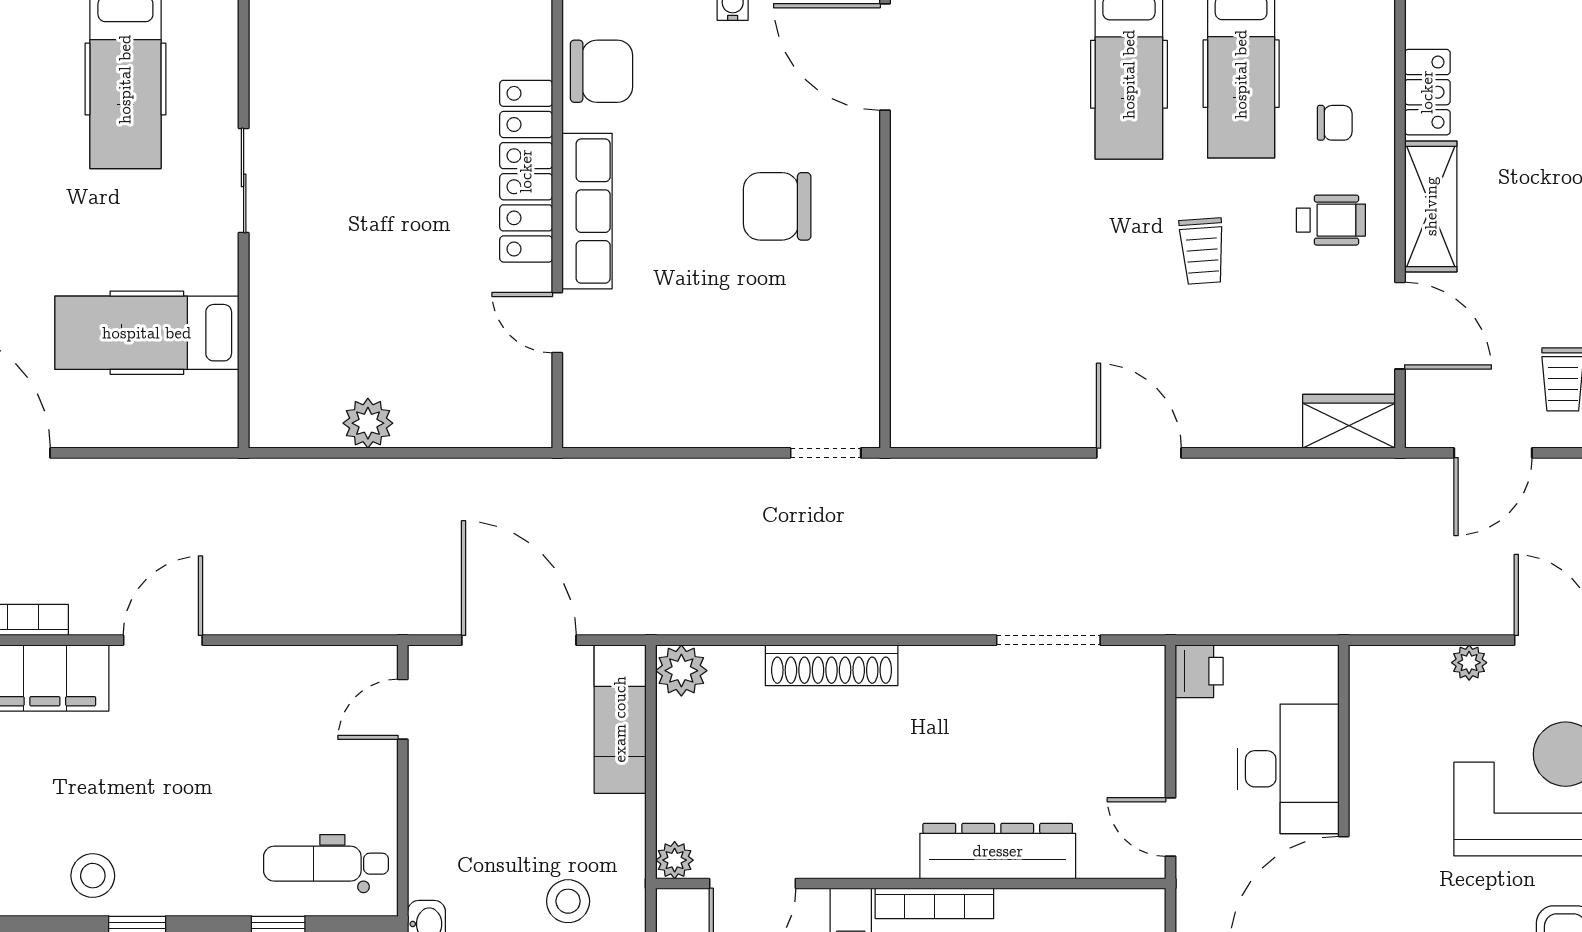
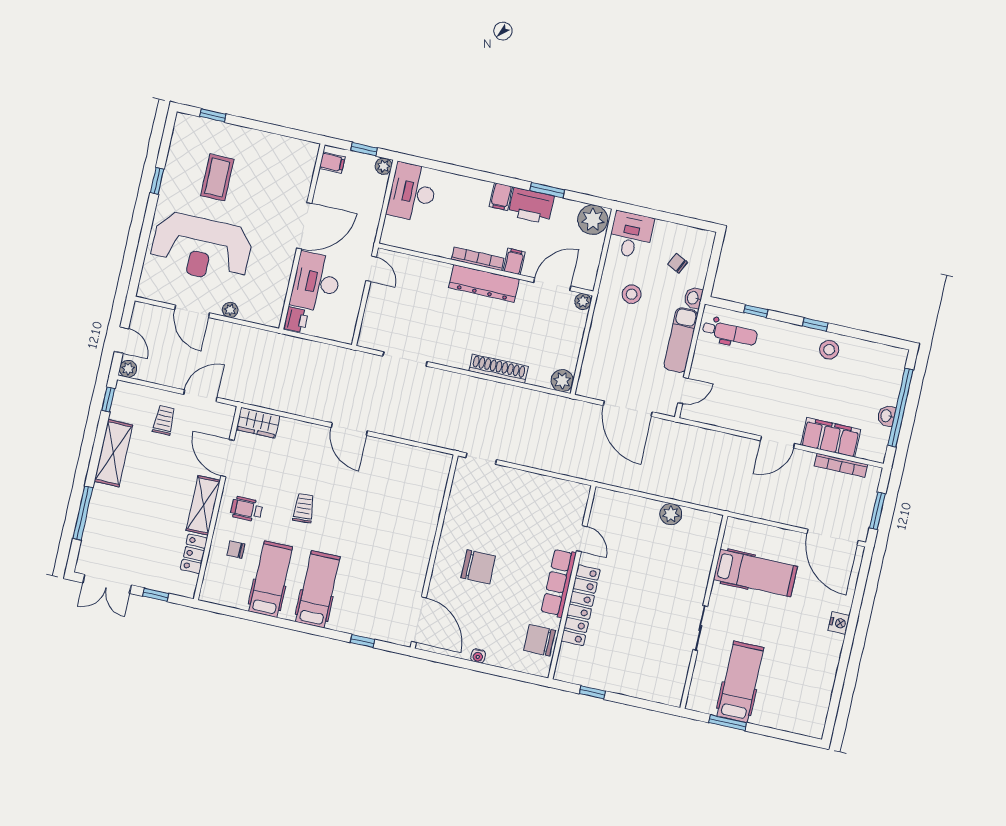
printer: (1199, 671) -> (296, 320), moved, turned 180
exam couch: (620, 719) -> (681, 340), moved, turned 180
dresser: (998, 851) -> (484, 283), moved

